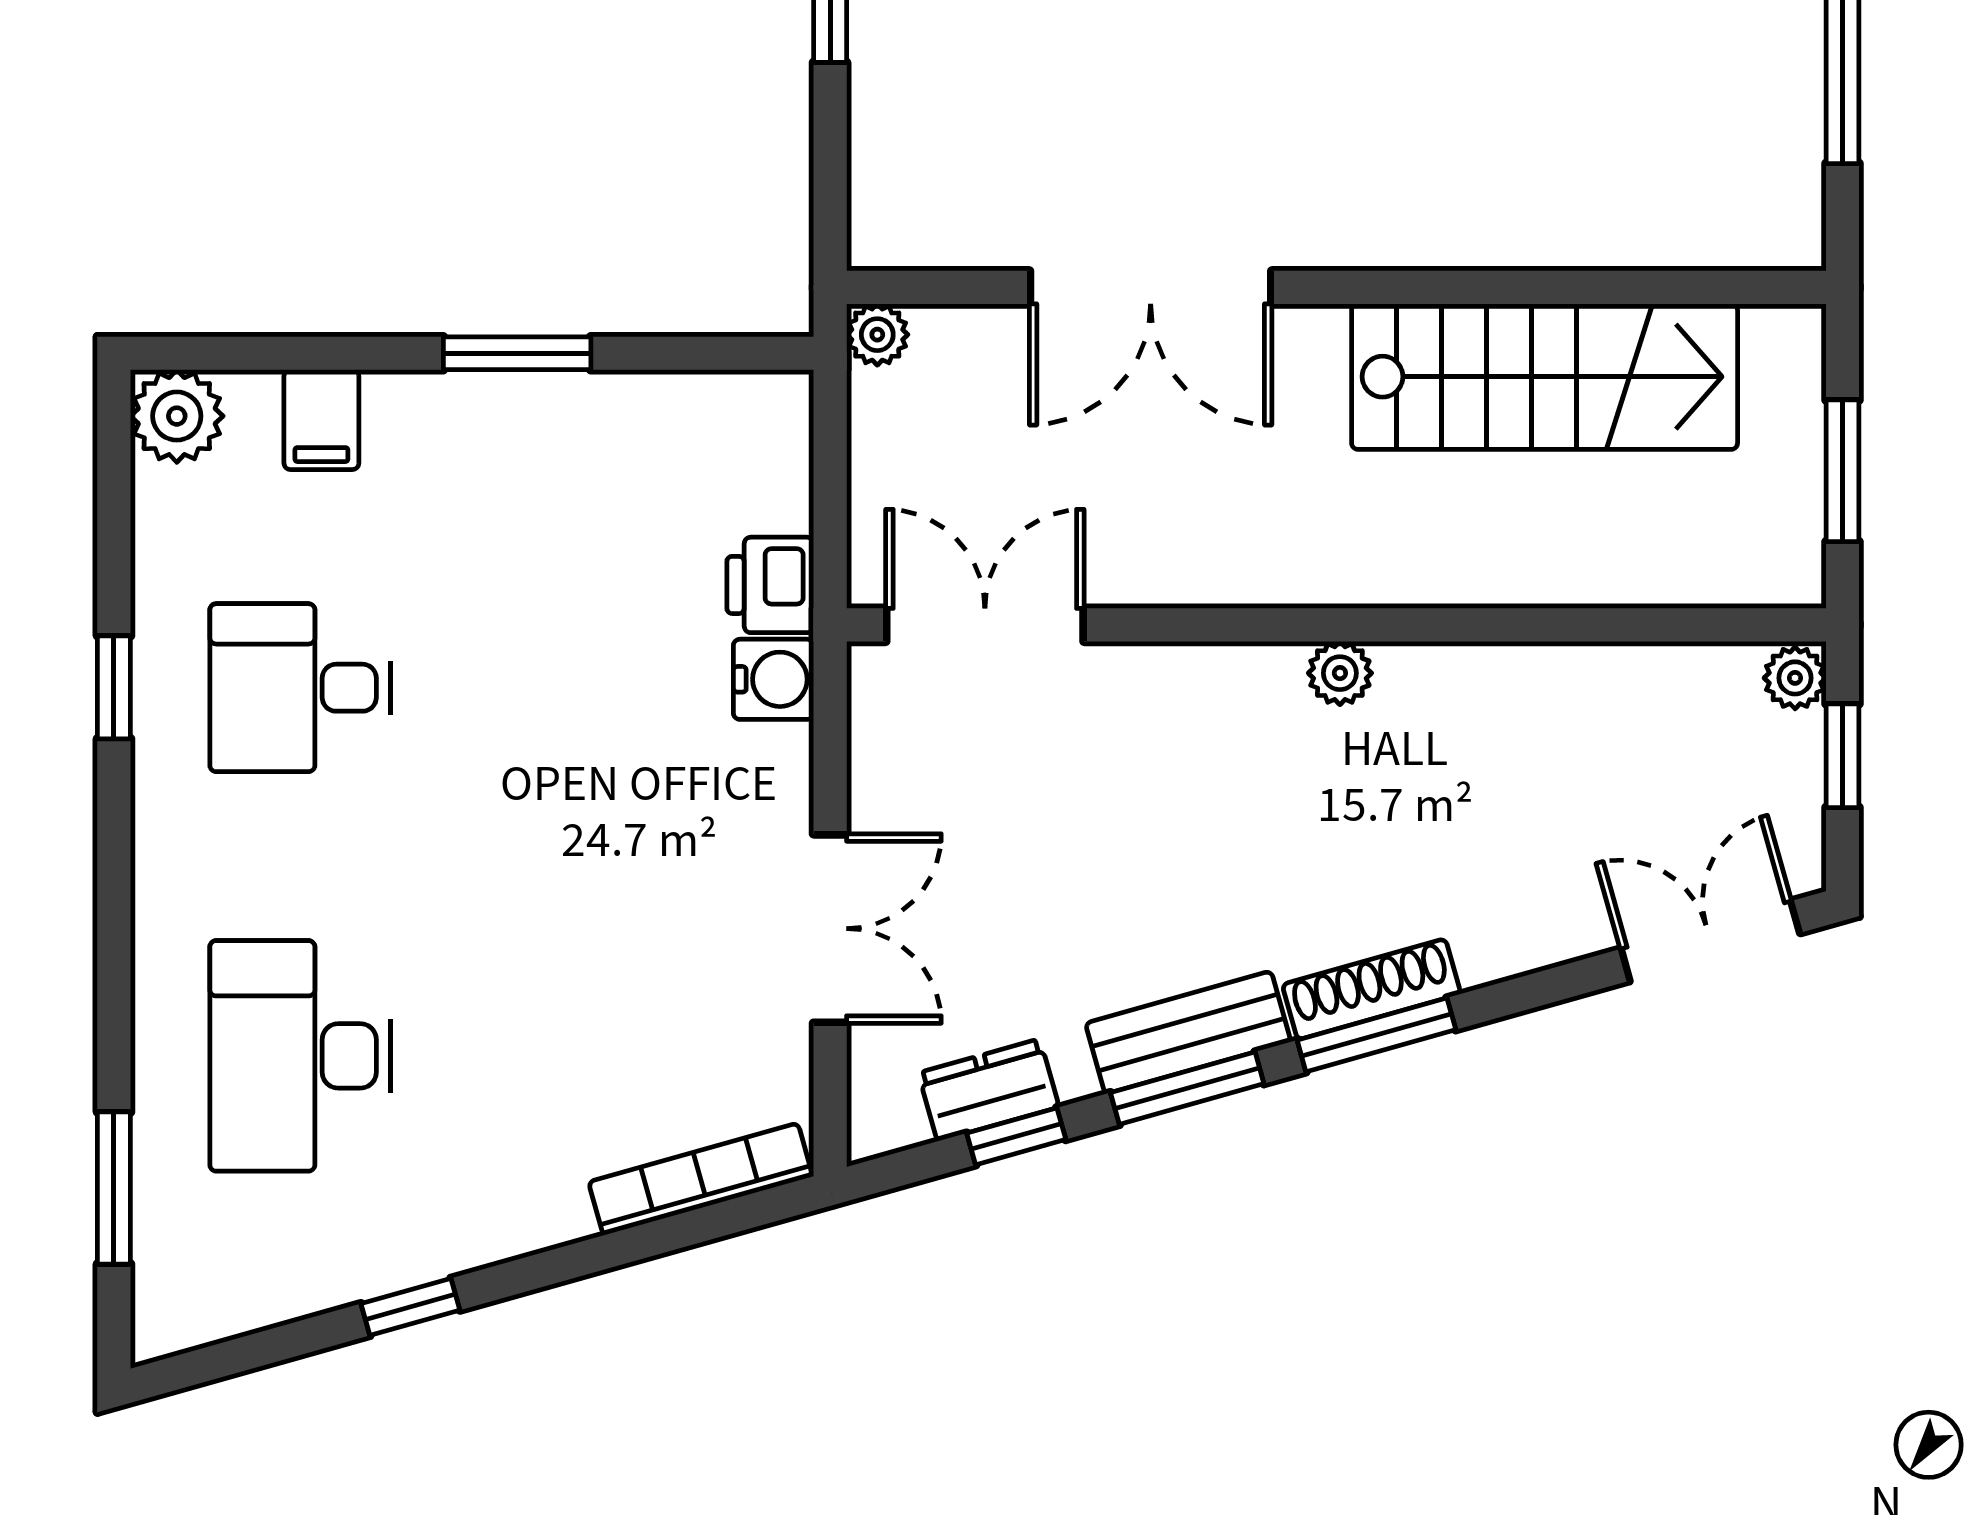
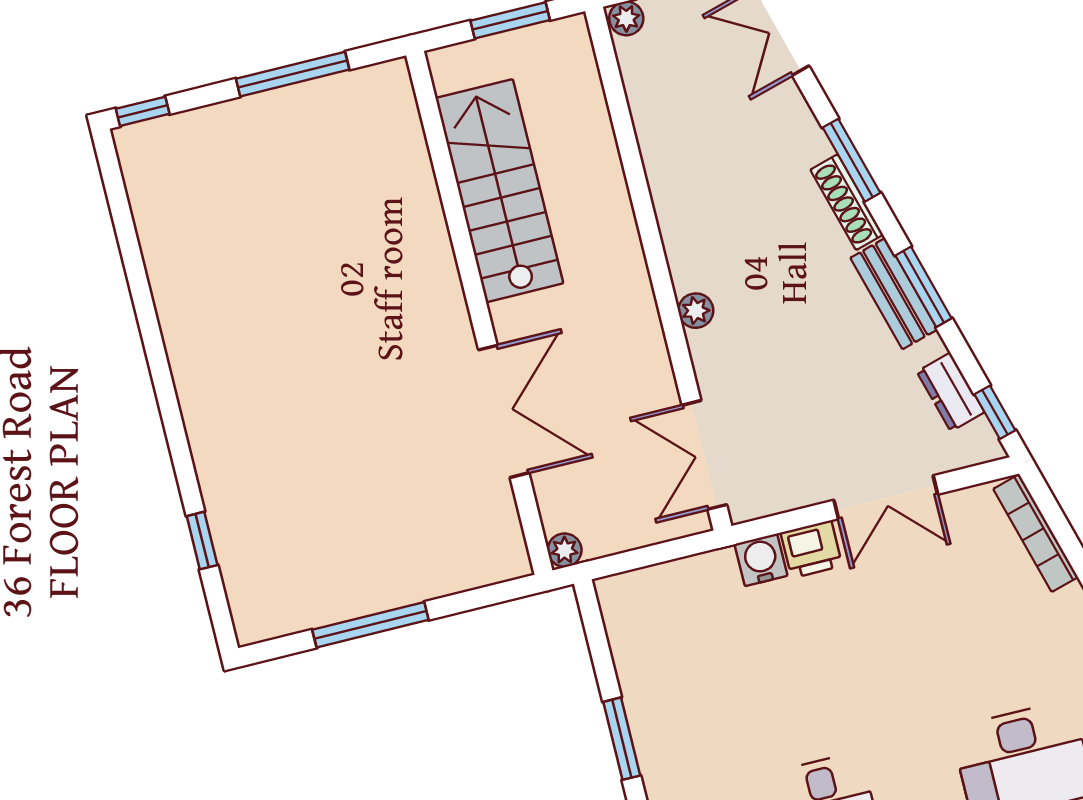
printer: (770, 585) -> (811, 549), moved
plant: (1340, 673) -> (696, 311), moved
double door: (830, 929) -> (886, 497), swing flipped
window: (1376, 1035) -> (852, 160), moved
window: (1016, 1136) -> (995, 412), moved

